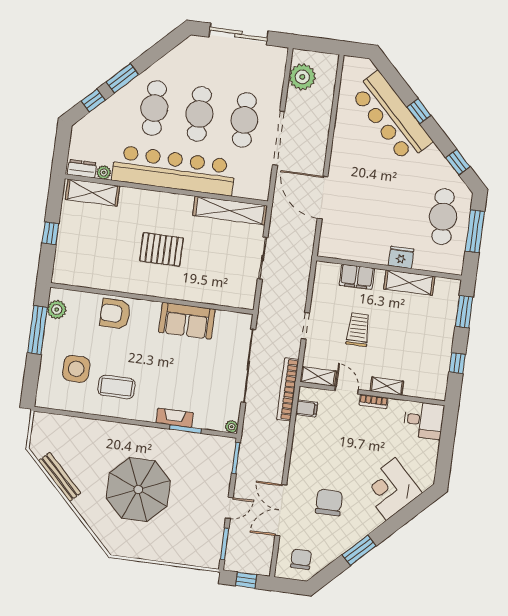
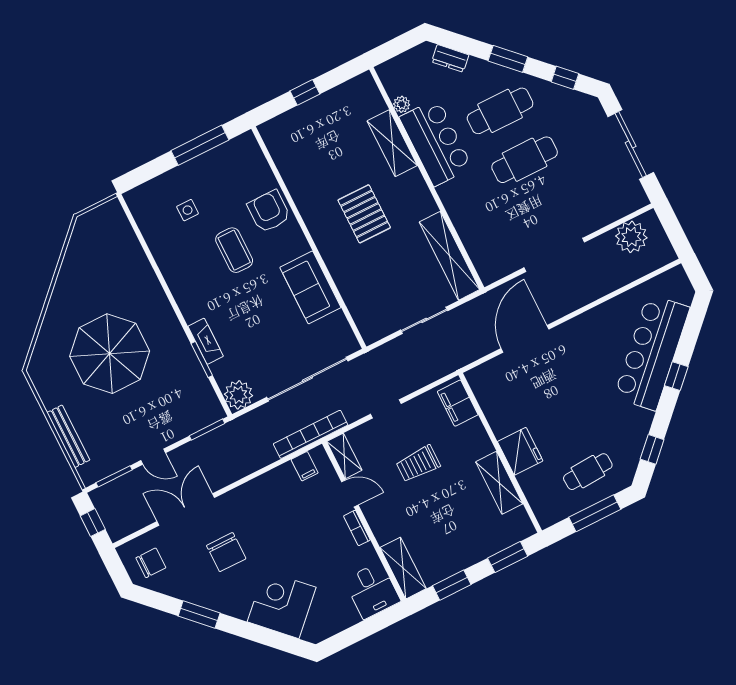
window: (93, 101) -> (565, 78), moved
cafe table: (244, 120) -> (549, 208), removed
dresser: (82, 169) -> (450, 58), moved, turned 135
bar counter: (174, 170) -> (436, 142), width x0.54
shelving: (92, 193) -> (392, 143), moved
cafe table: (443, 217) -> (588, 472), width x0.73, depth x0.74
fridge: (401, 257) -> (520, 451), width x1.36, depth x1.34
filing cabinet: (357, 277) -> (458, 403), moved
plant: (57, 310) -> (233, 151), removed
trolley: (358, 329) -> (418, 464), turned 180
window: (457, 363) -> (452, 585), width x1.50
side table: (76, 369) -> (188, 210), width x0.54, depth x0.54
shelving: (387, 386) -> (403, 568), moved, width x1.50, depth x1.33
coffee table: (117, 387) -> (234, 250), moved
door: (347, 390) -> (350, 493), hinge flipped
plant: (232, 427) -> (238, 395), width x1.87, depth x1.87
bench: (60, 477) -> (68, 436), moved, turned -45
chair: (329, 502) -> (226, 552), turned 90

